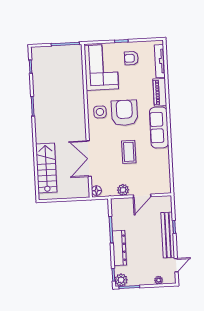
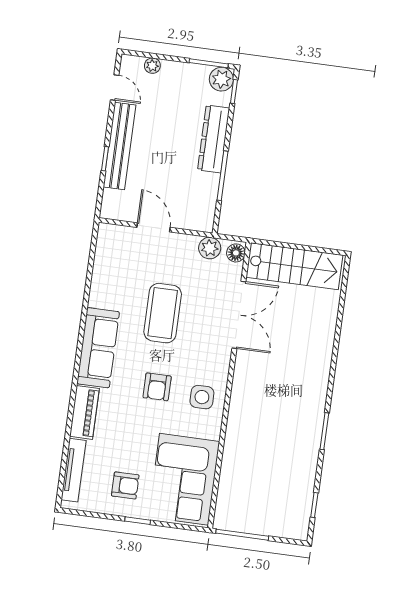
armchair: (124, 113) -> (157, 387), width x0.53, depth x0.53
coffee table: (129, 152) -> (163, 313), width x1.36, depth x1.32
stairs: (46, 168) -> (294, 266), moved, turned -90
plant: (123, 190) -> (210, 248), moved
door: (142, 196) -> (153, 227), hinge flipped
door: (176, 265) -> (115, 87), swing flipped

